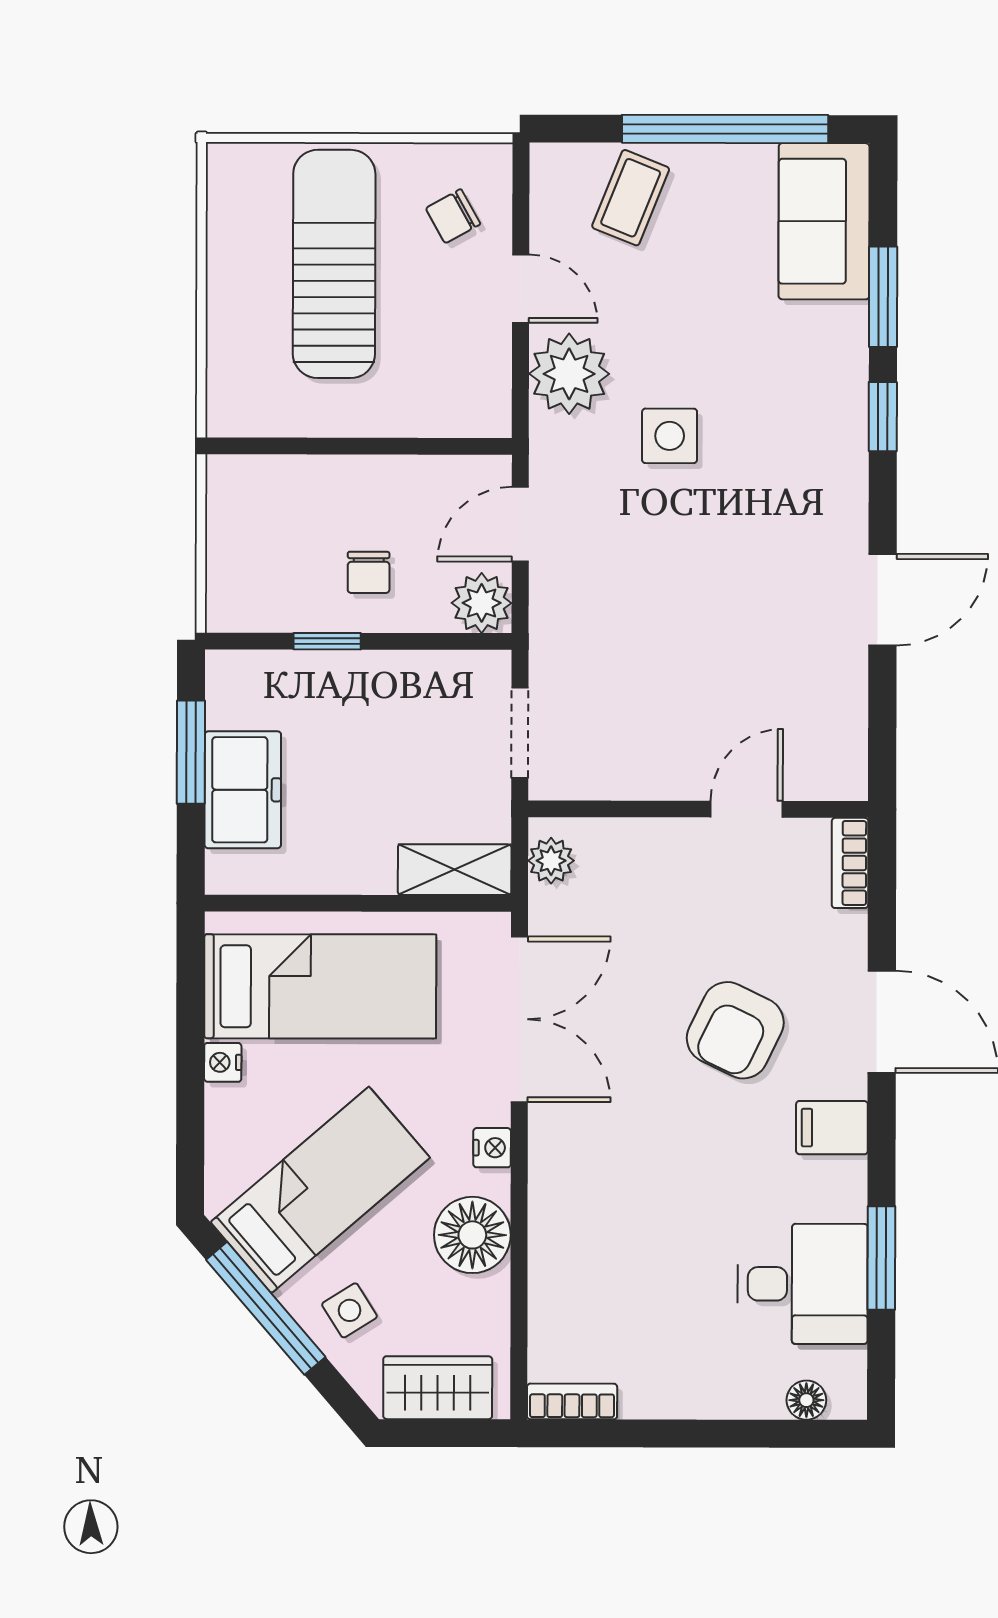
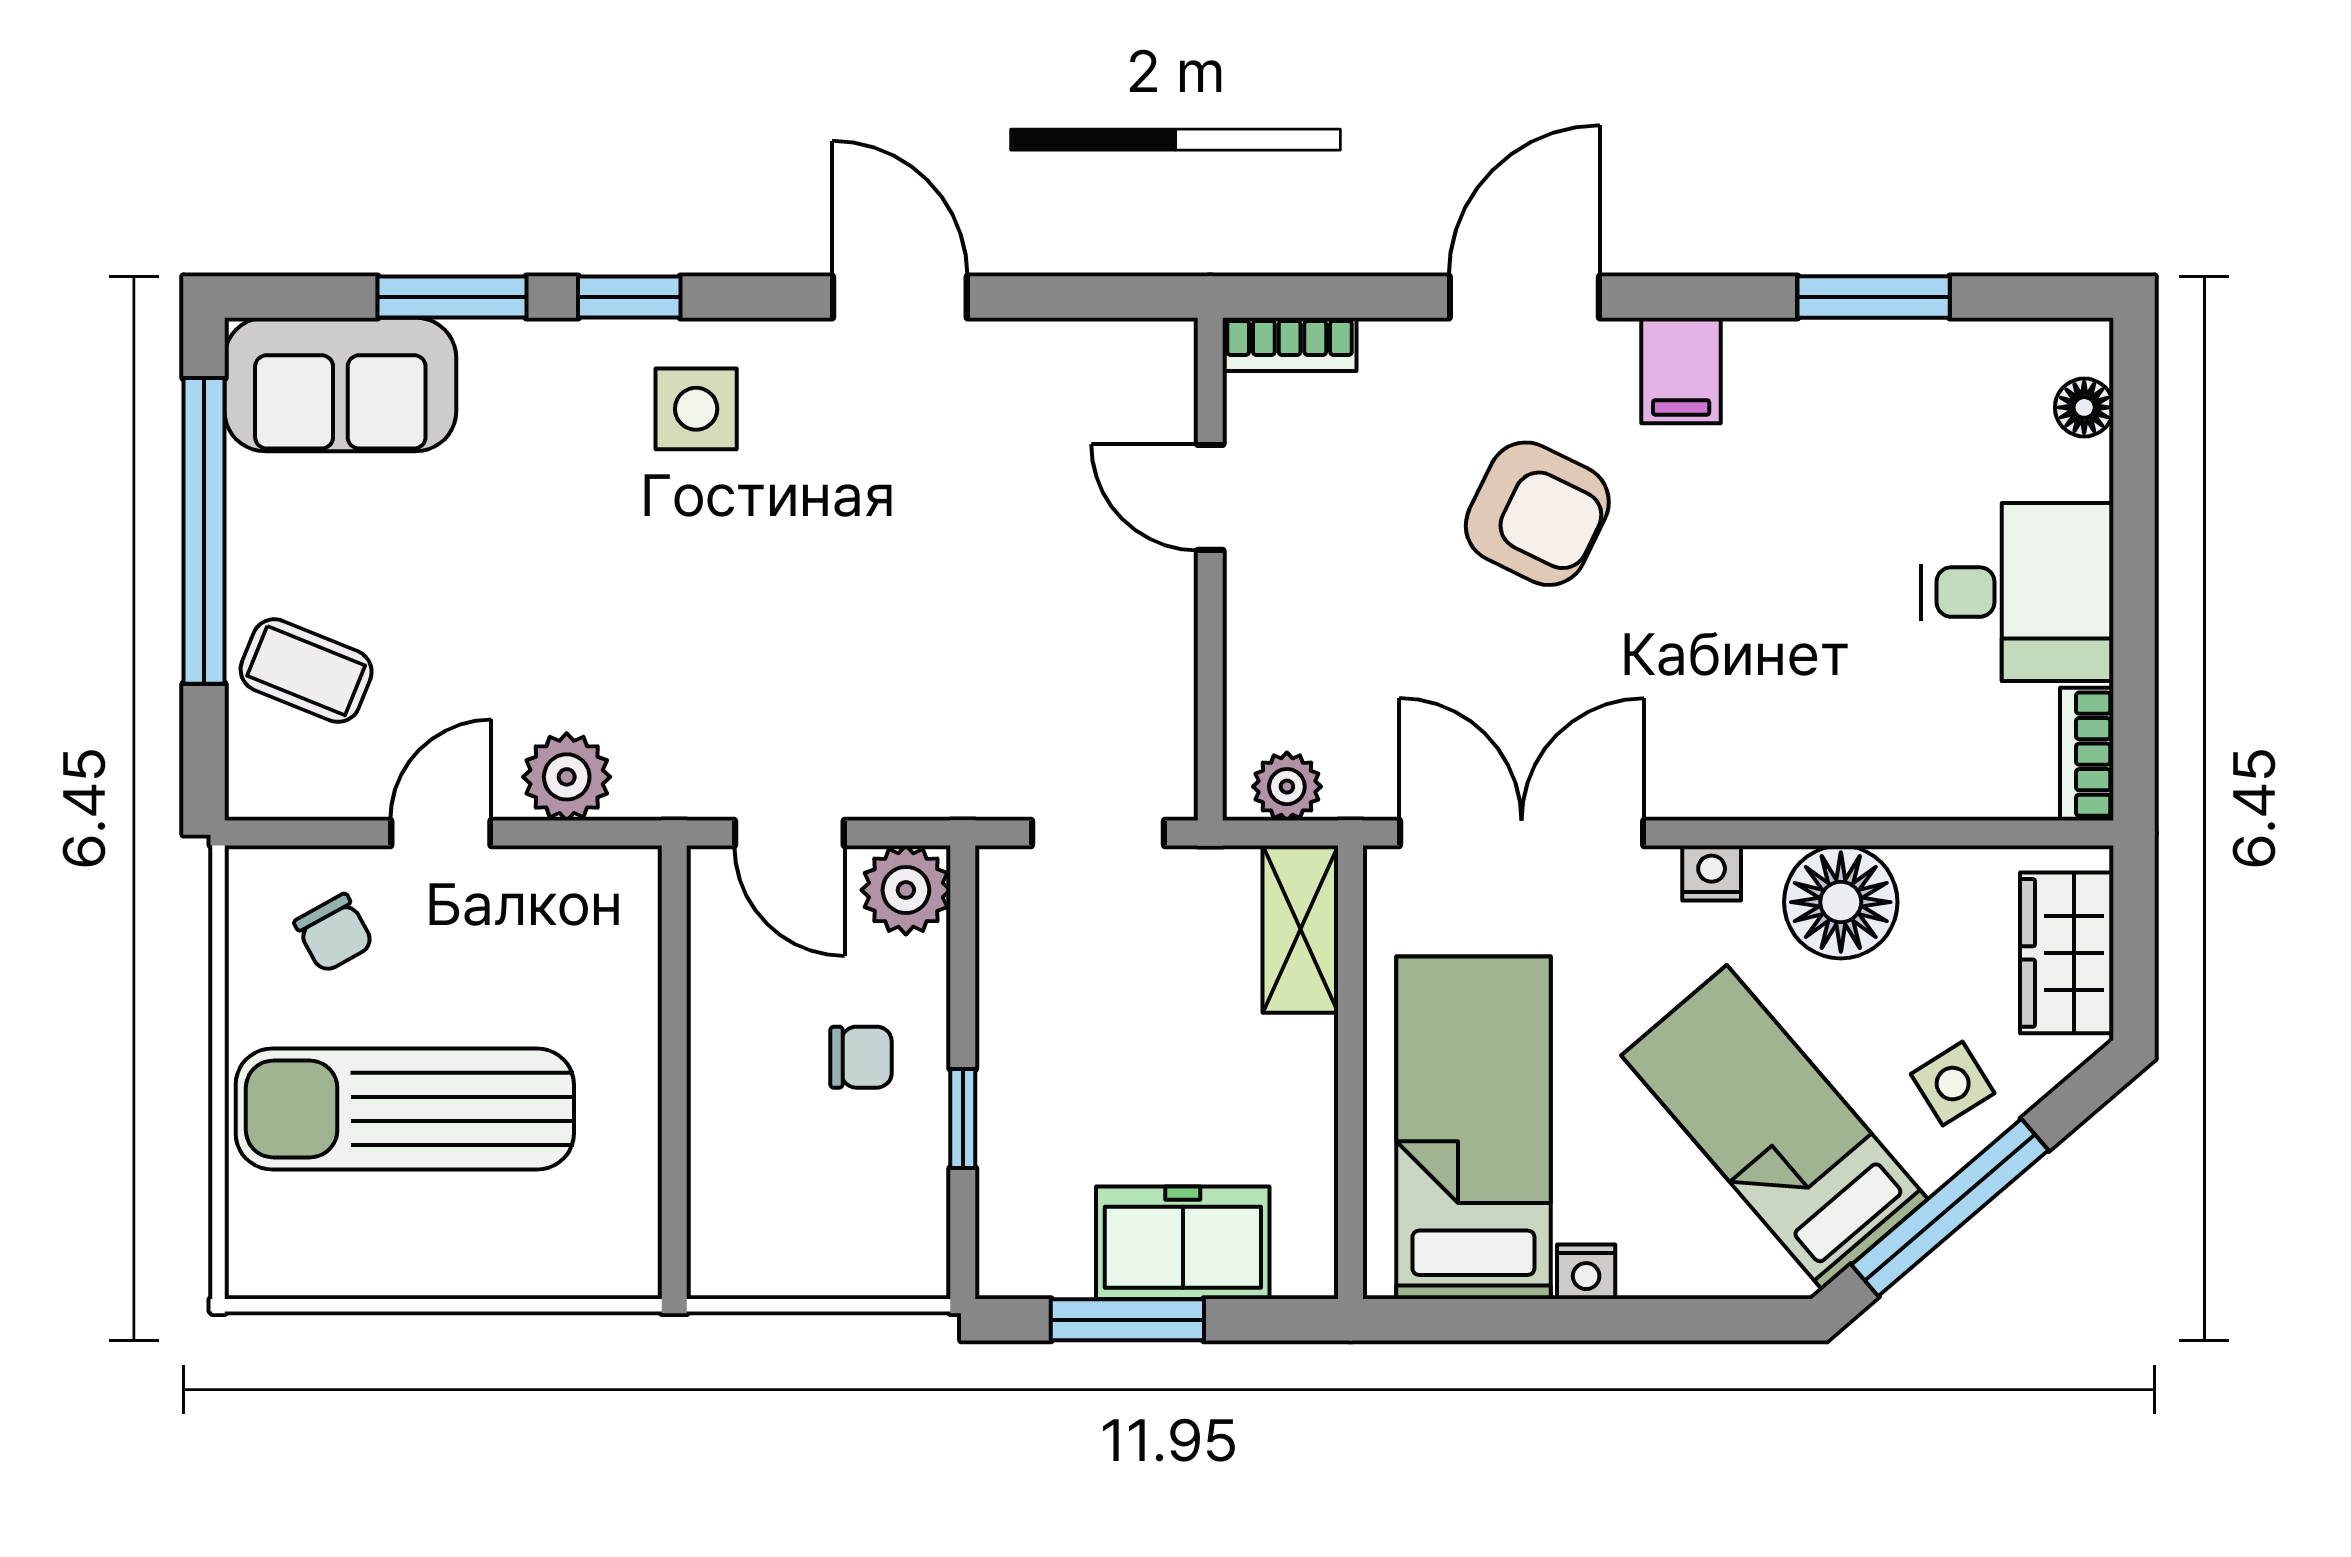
plant: (569, 374) -> (567, 777), width x0.73, depth x0.73
side table: (670, 436) -> (696, 409), moved
desk: (802, 1284) -> (2017, 592), moved, turned 90

